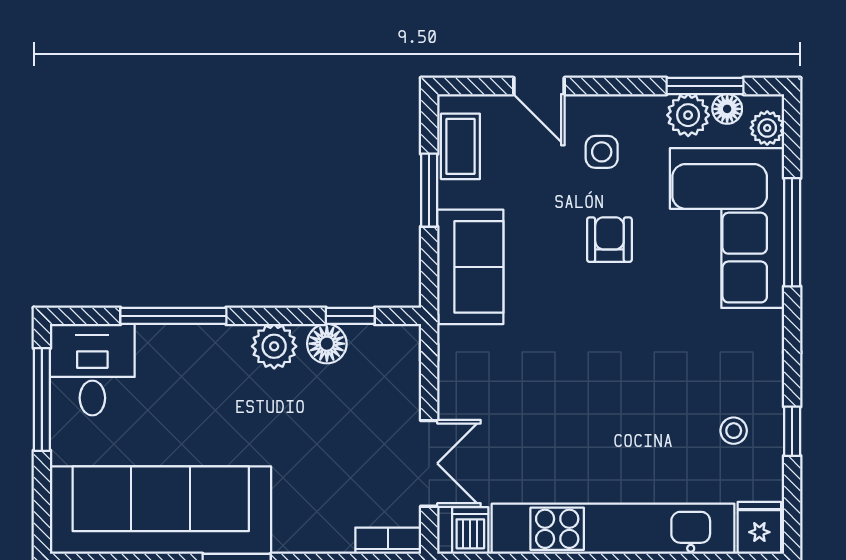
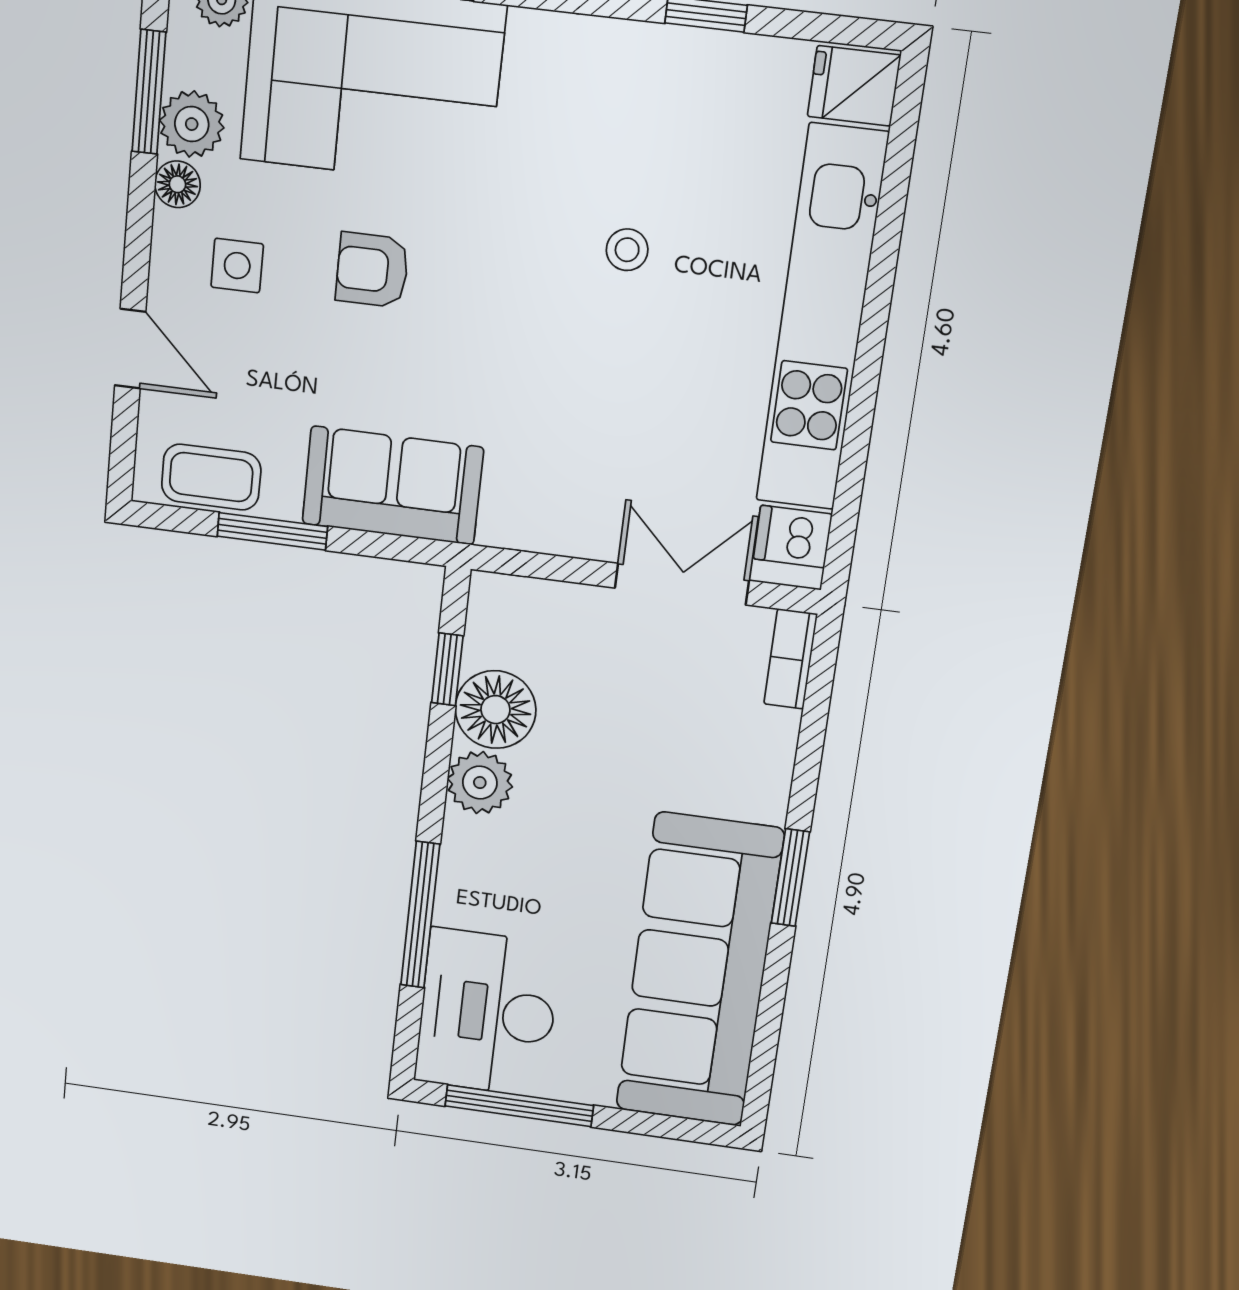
door: (539, 86) -> (130, 349), hinge flipped
floor lamp: (727, 109) -> (177, 184), moved
floor lamp: (327, 344) -> (495, 710), width x1.38, depth x1.38
desk: (92, 370) -> (487, 1013), width x1.37
stool: (734, 431) -> (627, 250), moved

